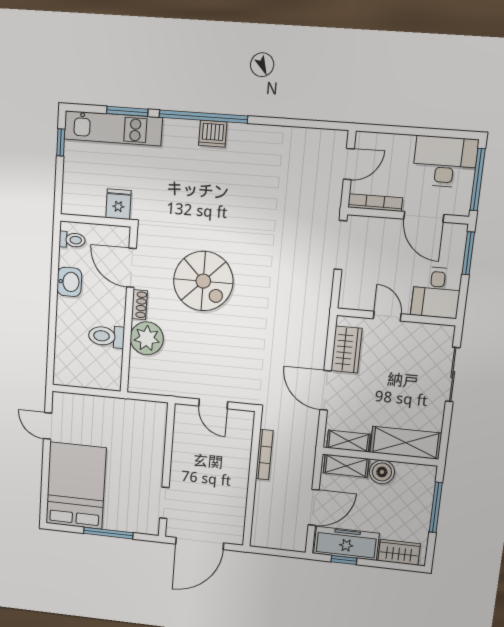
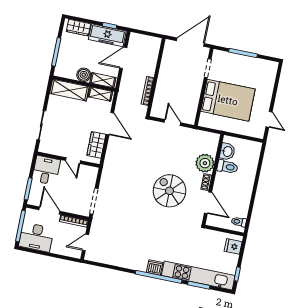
kitchen unit: (113, 128) -> (198, 275), width x1.36
fridge: (118, 204) -> (233, 246), moved, turned 90
washbasin: (69, 282) -> (227, 151), moved, turned 180
bed: (76, 486) -> (228, 100), moved, turned -90

